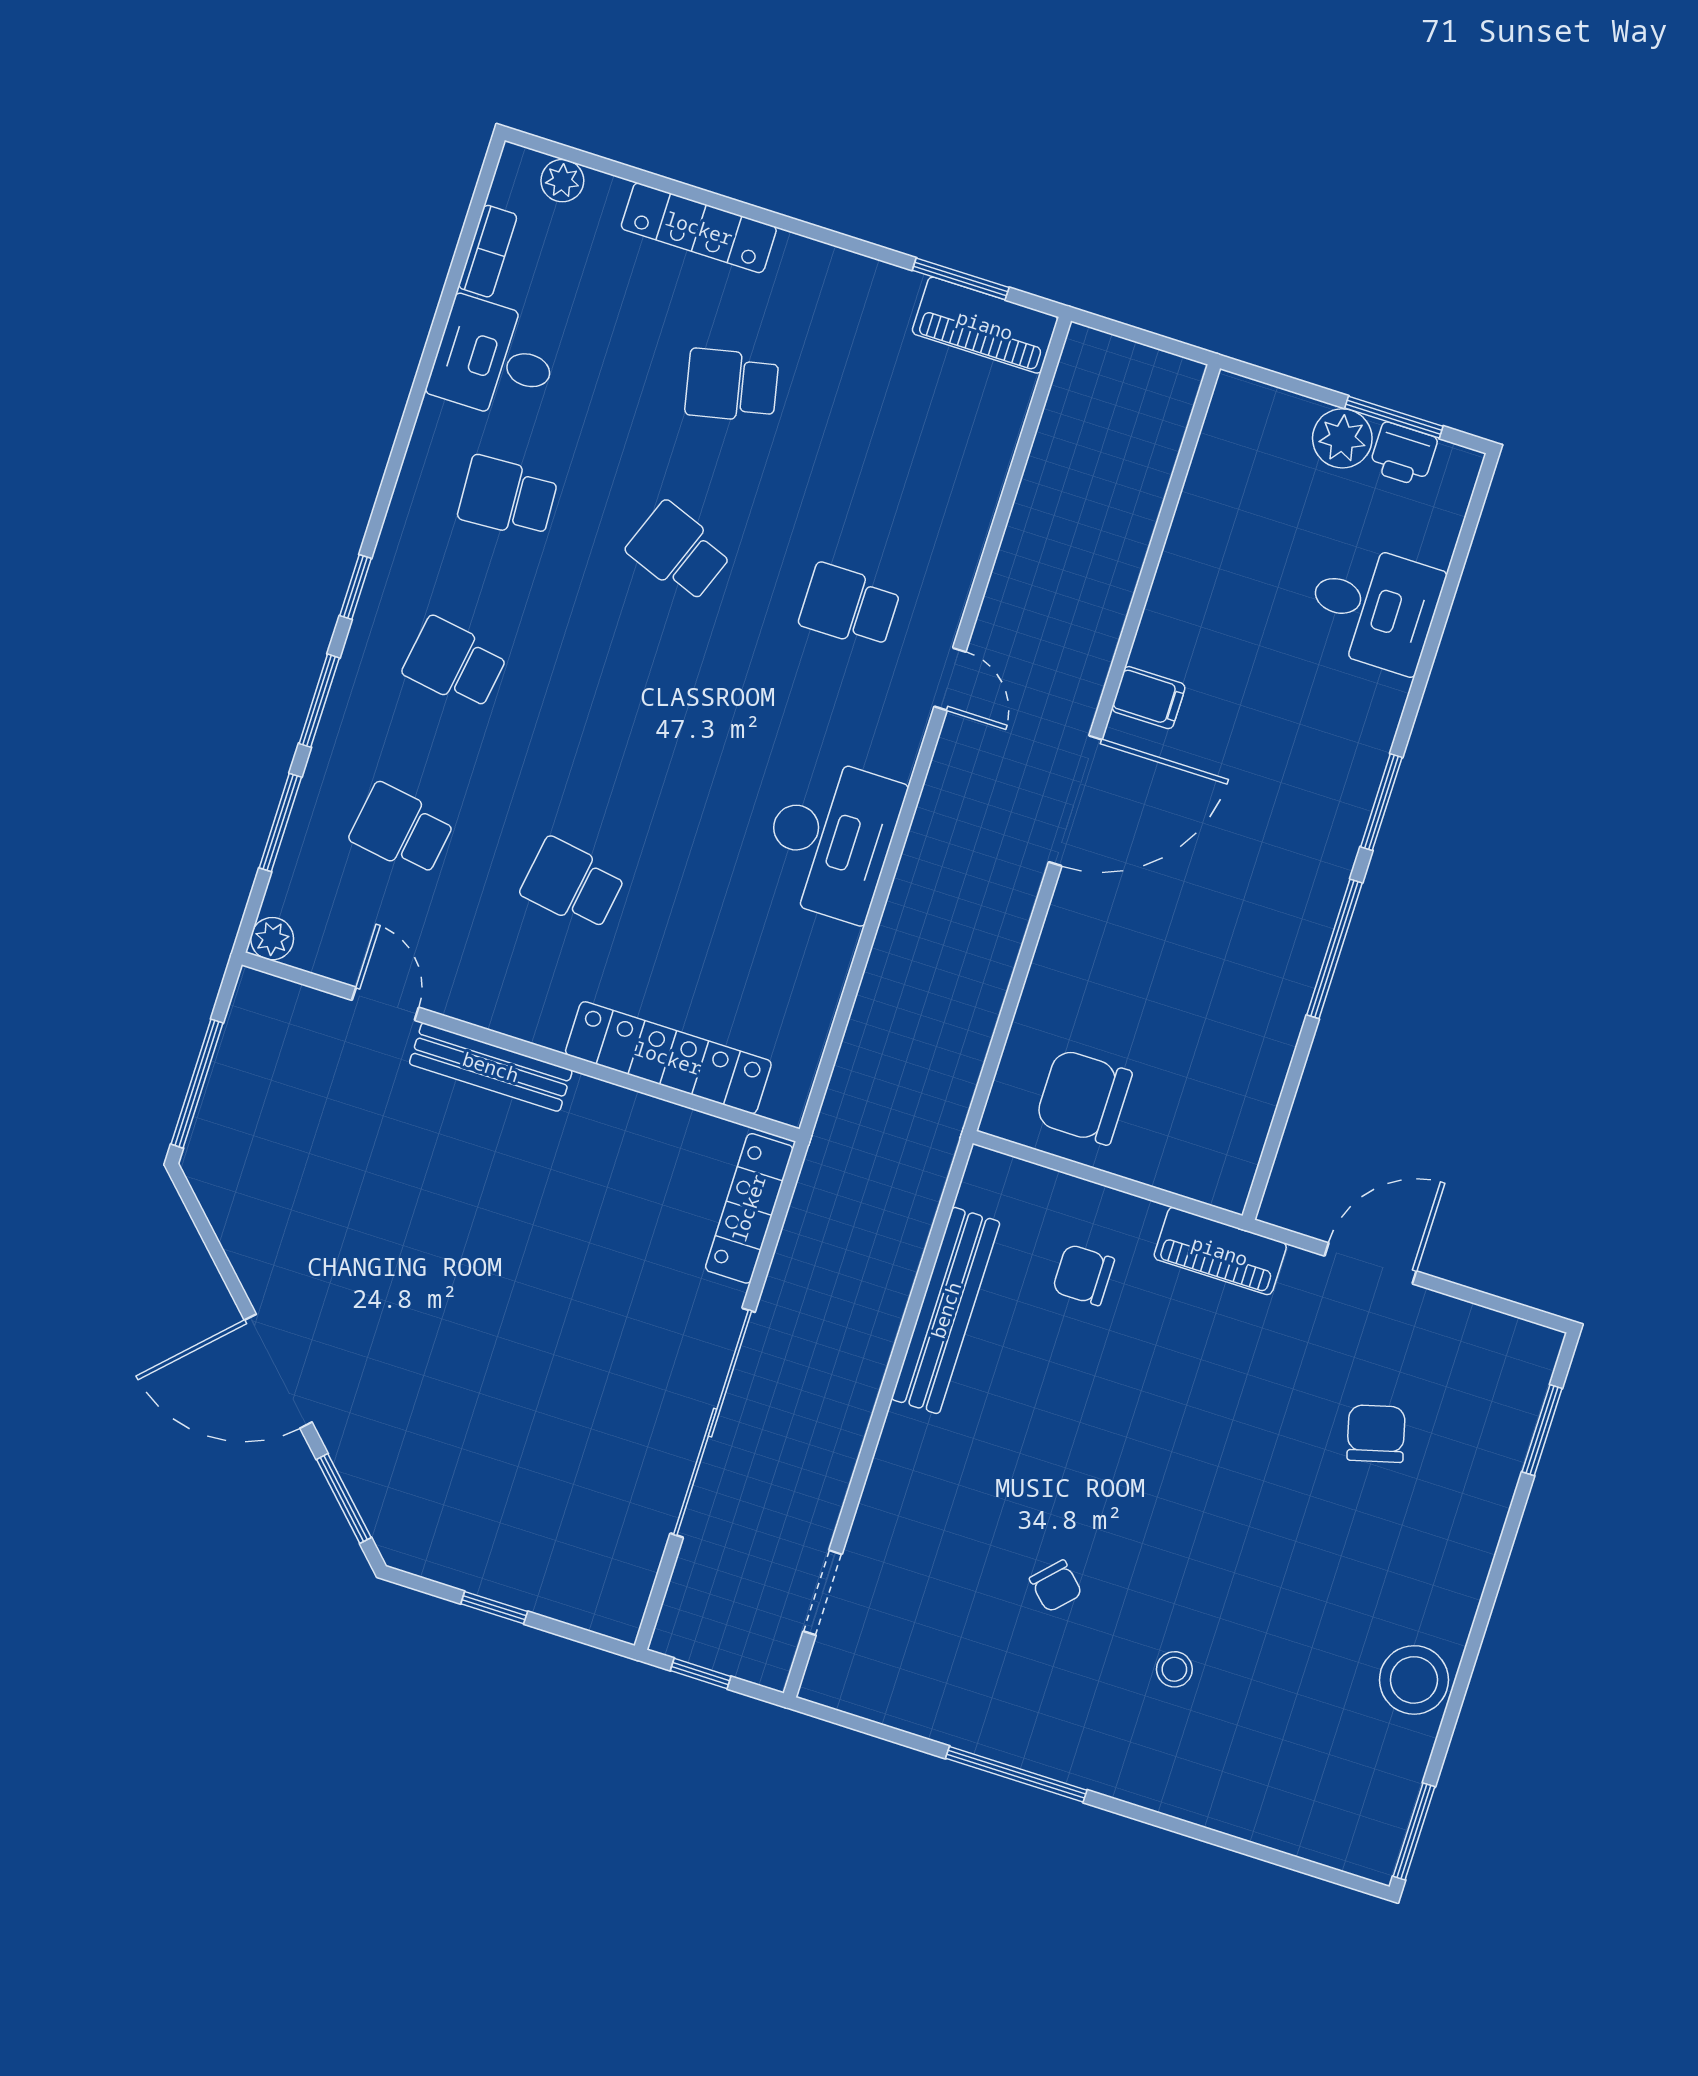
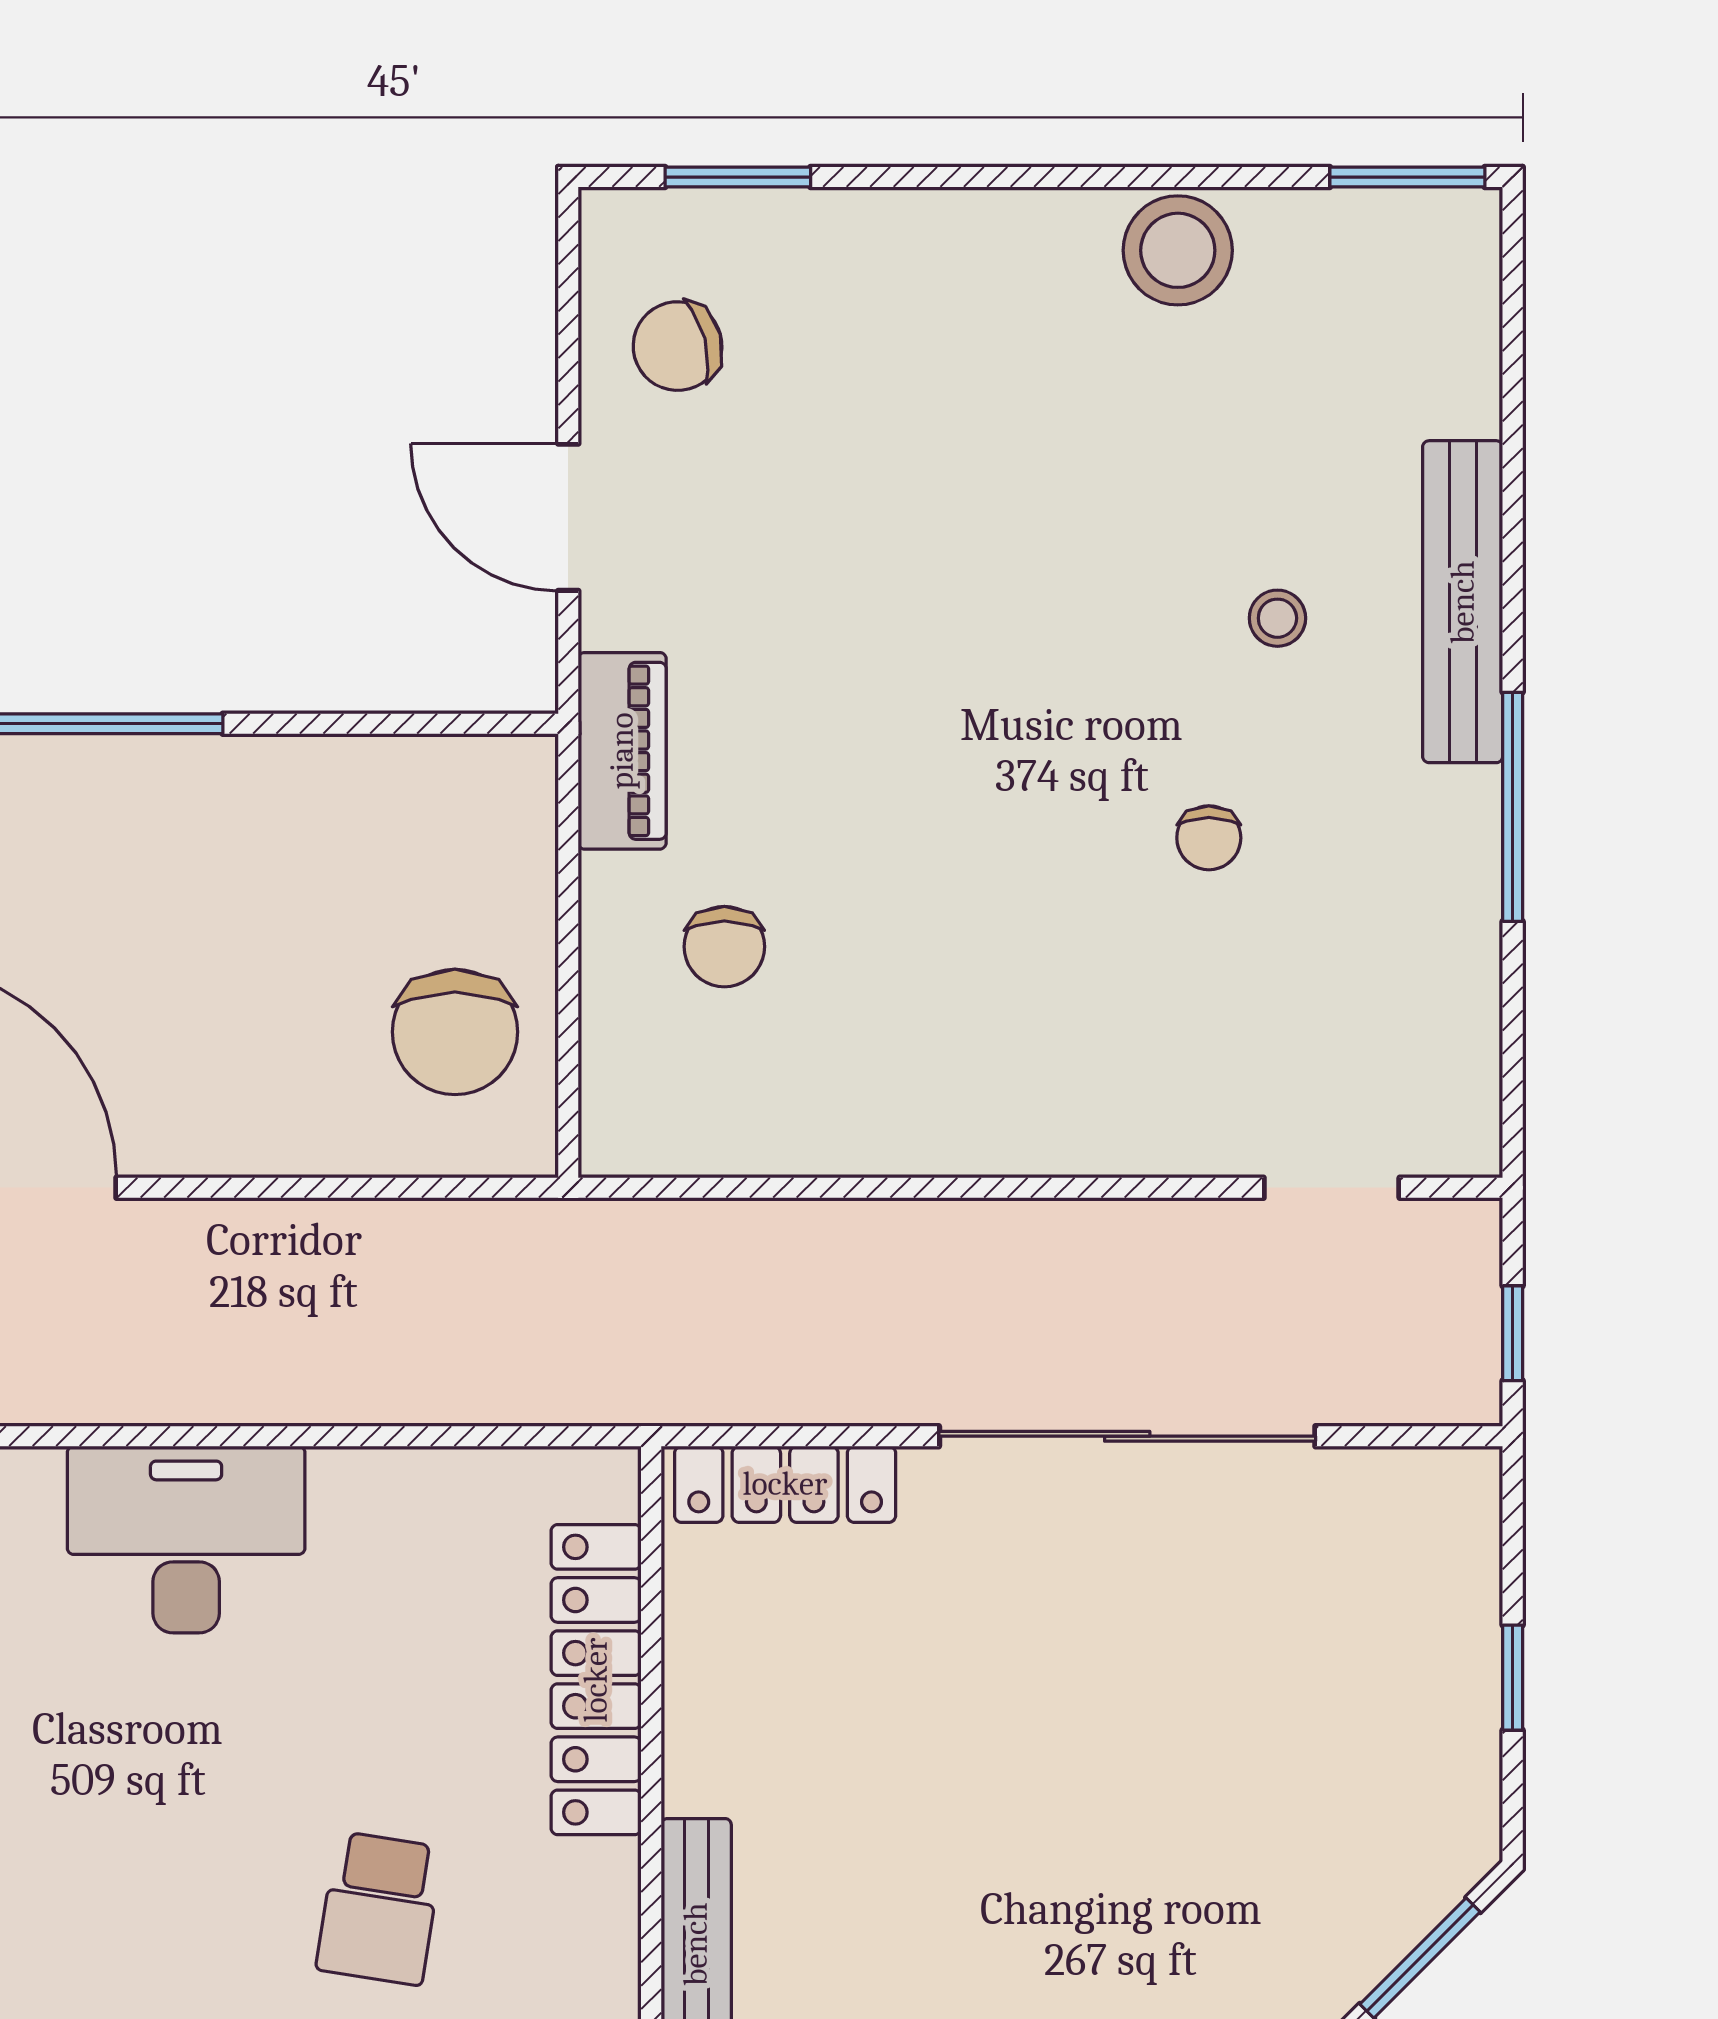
bench: (946, 1310) -> (1463, 602), moved, turned 90
chair: (1376, 1434) -> (678, 346), moved
chair: (1056, 1586) -> (1209, 838), turned 136

